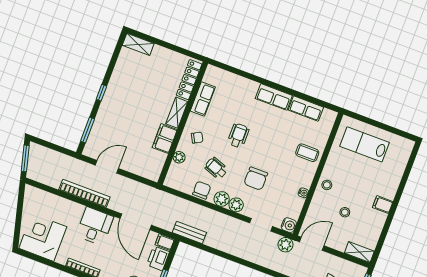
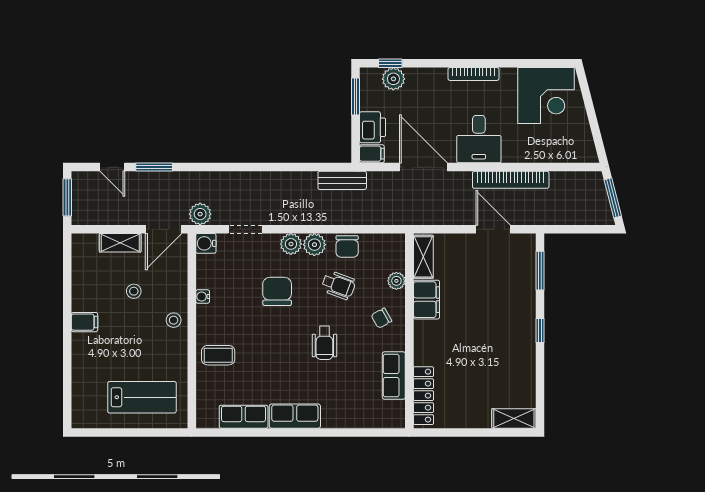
shelving: (177, 113) -> (423, 257), moved
door: (107, 167) -> (493, 229), swing flipped
shelving: (359, 252) -> (120, 243), moved

